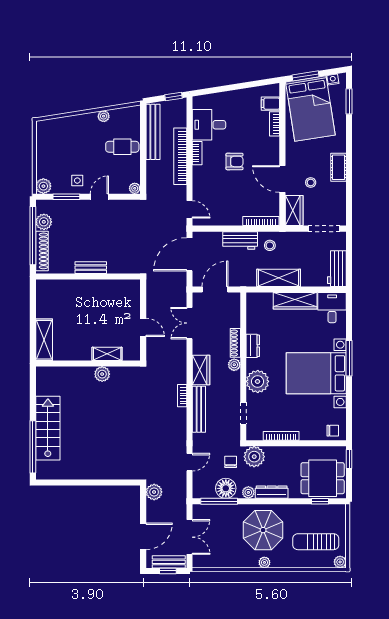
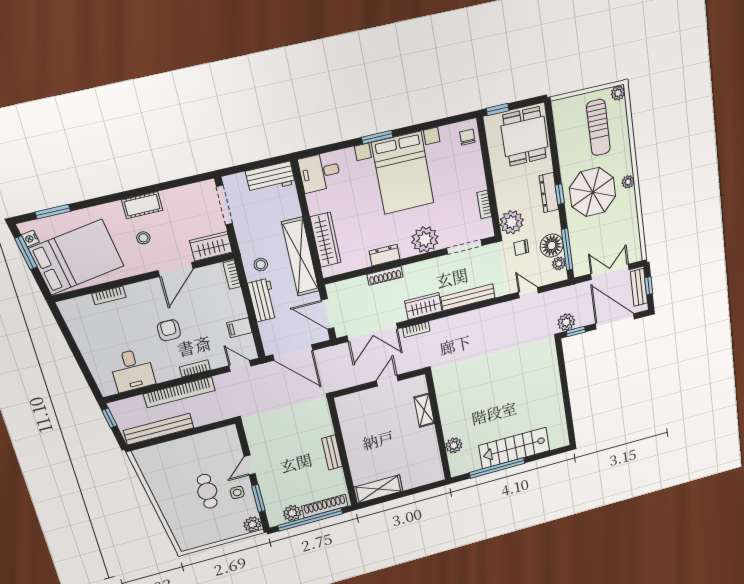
window: (305, 76) -> (26, 253), moved
filing cabinet: (270, 104) -> (239, 328), moved, turned 90
plant: (104, 116) -> (155, 486), removed
cafe table: (122, 147) -> (207, 491), moved
bookcase: (197, 153) -> (195, 368), moved
stool: (311, 182) -> (143, 238), moved
plant: (135, 188) -> (230, 431), removed
door: (99, 197) -> (250, 465), hinge flipped
door: (190, 209) -> (240, 366), hinge flipped
bookcase: (261, 221) -> (232, 275), width x0.64
shelving: (279, 278) -> (300, 257), width x1.47
wardrobe: (295, 301) -> (325, 240), moved
double door: (190, 323) -> (372, 332), width x1.37
shelving: (44, 340) -> (378, 489), moved
window: (349, 358) -> (377, 137), width x0.69
plant: (234, 365) -> (410, 271), removed
plant: (102, 374) -> (454, 445), moved
bookcase: (182, 396) -> (416, 330), moved
doorway: (243, 413) -> (464, 247), width x1.38
bookcase: (281, 436) -> (484, 204), width x0.64
window: (33, 447) -> (497, 468), moved
plant: (248, 492) -> (559, 263), moved
window: (143, 499) -> (576, 332), added
window: (320, 501) -> (560, 194), moved
door: (143, 536) -> (615, 321), width x1.36

